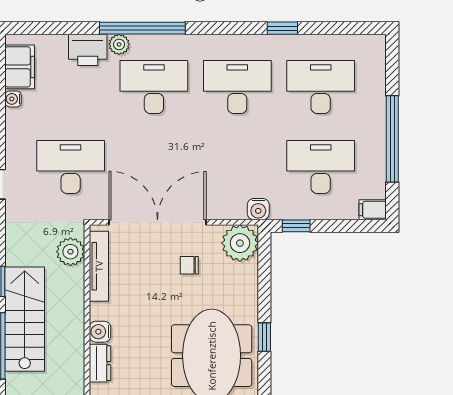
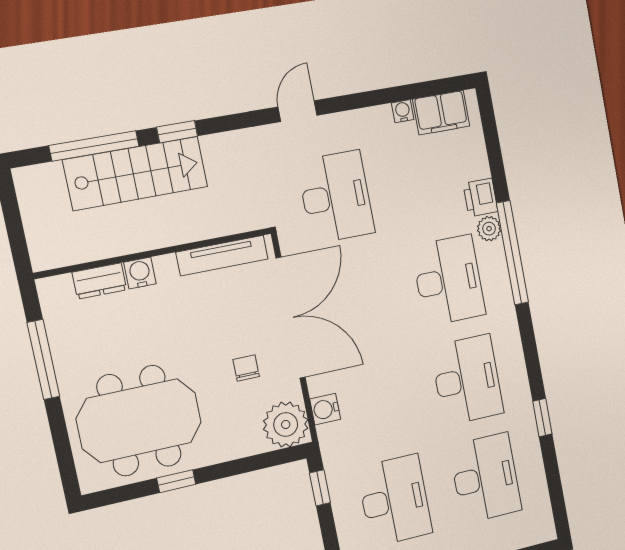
printer: (88, 50) -> (481, 198), width x0.73, depth x0.81
water cooler: (258, 209) -> (325, 409), moved
plant: (70, 252) -> (233, 216), removed

